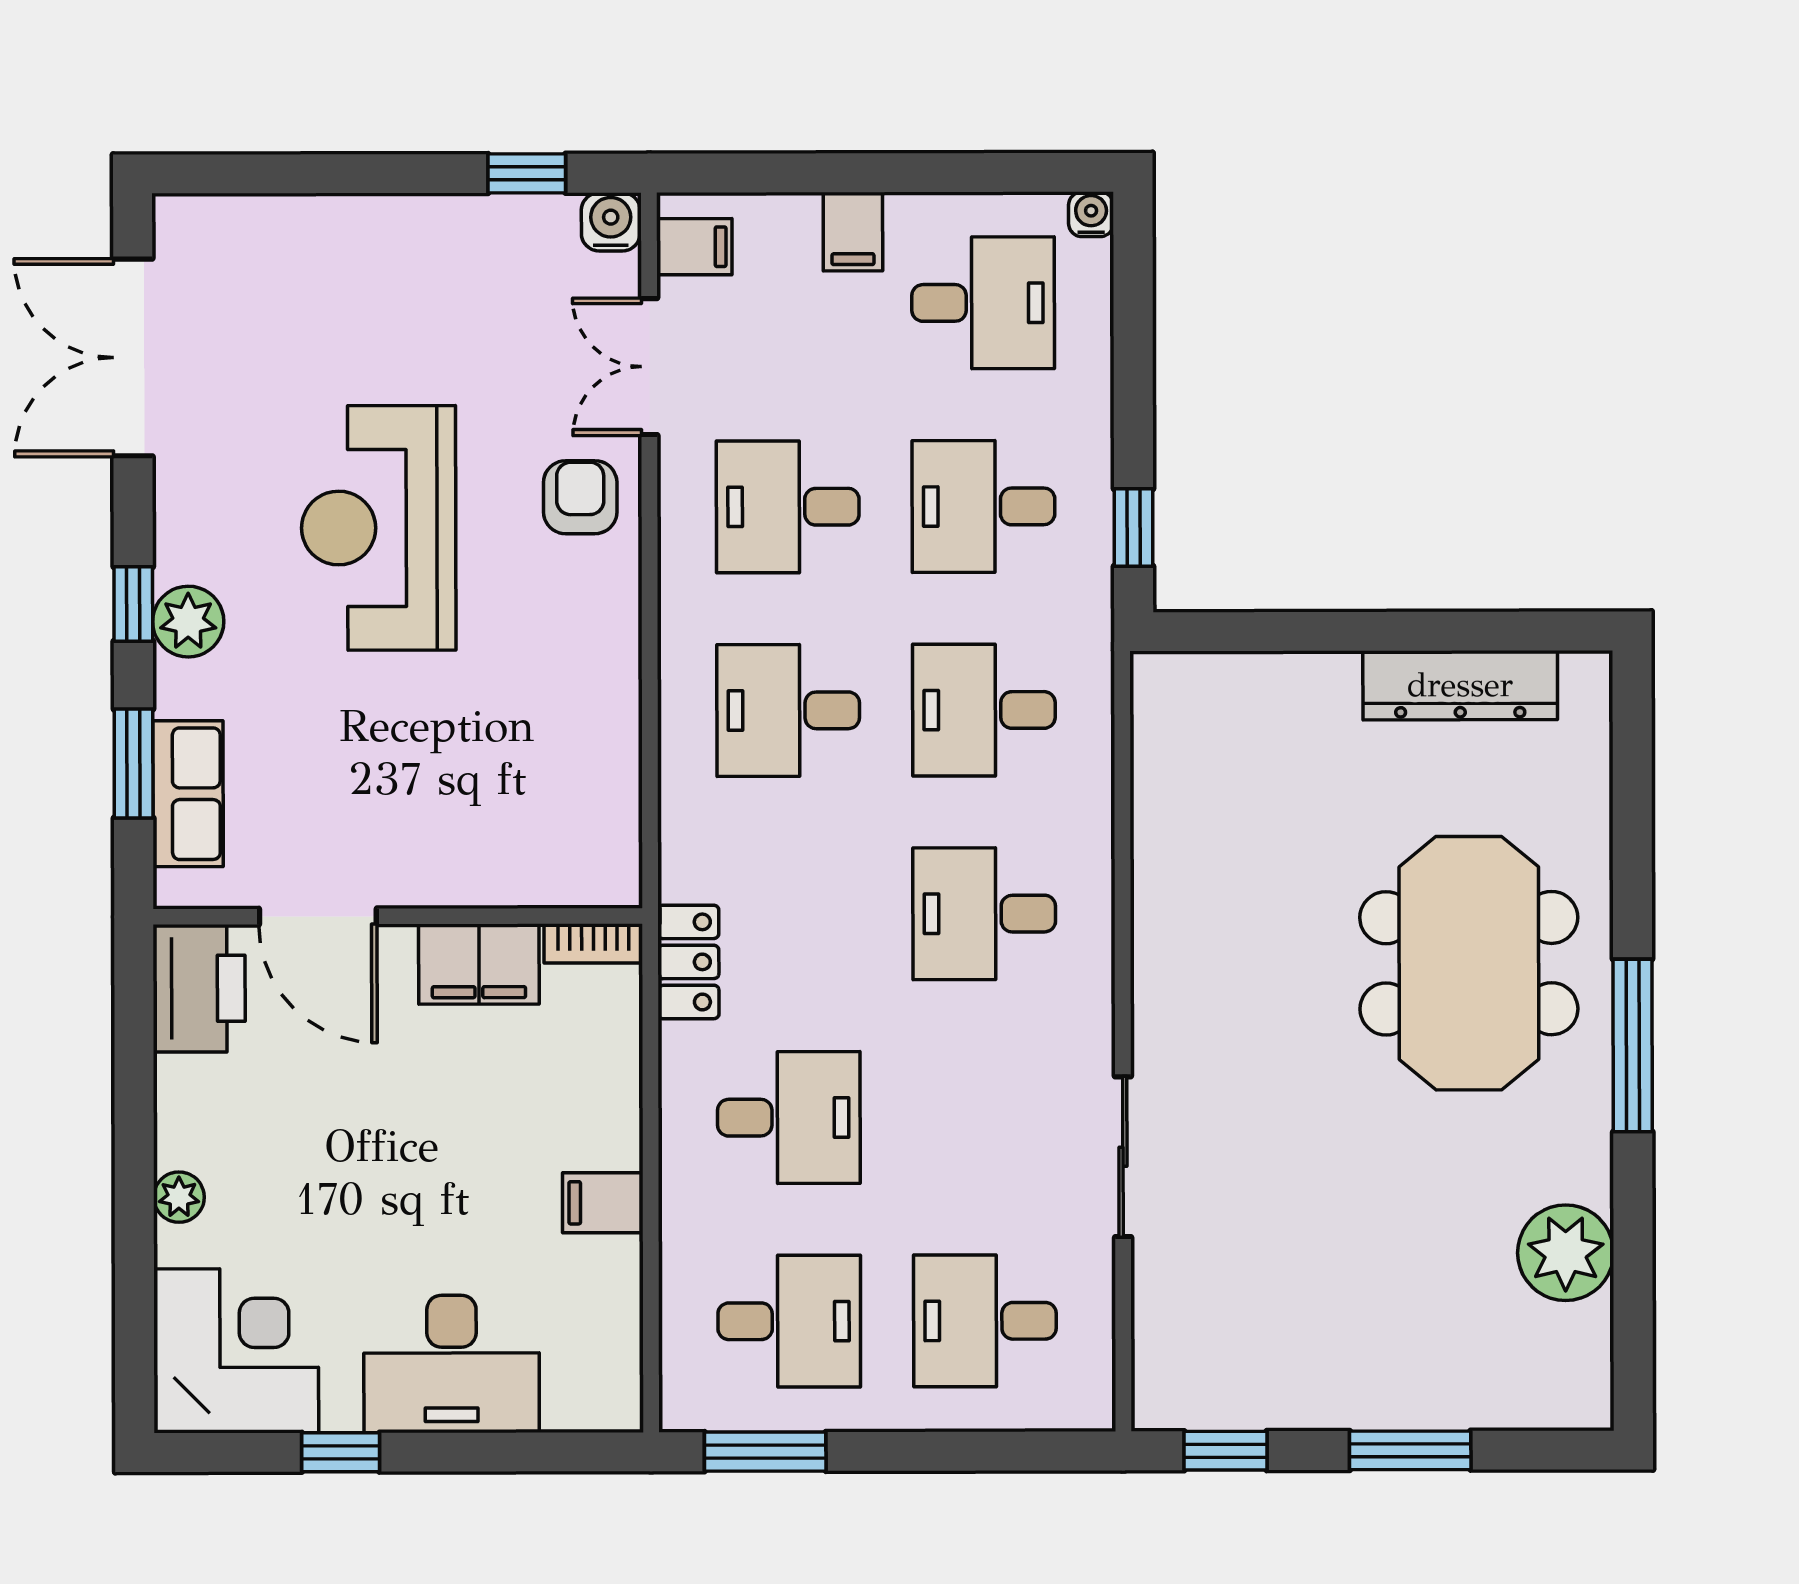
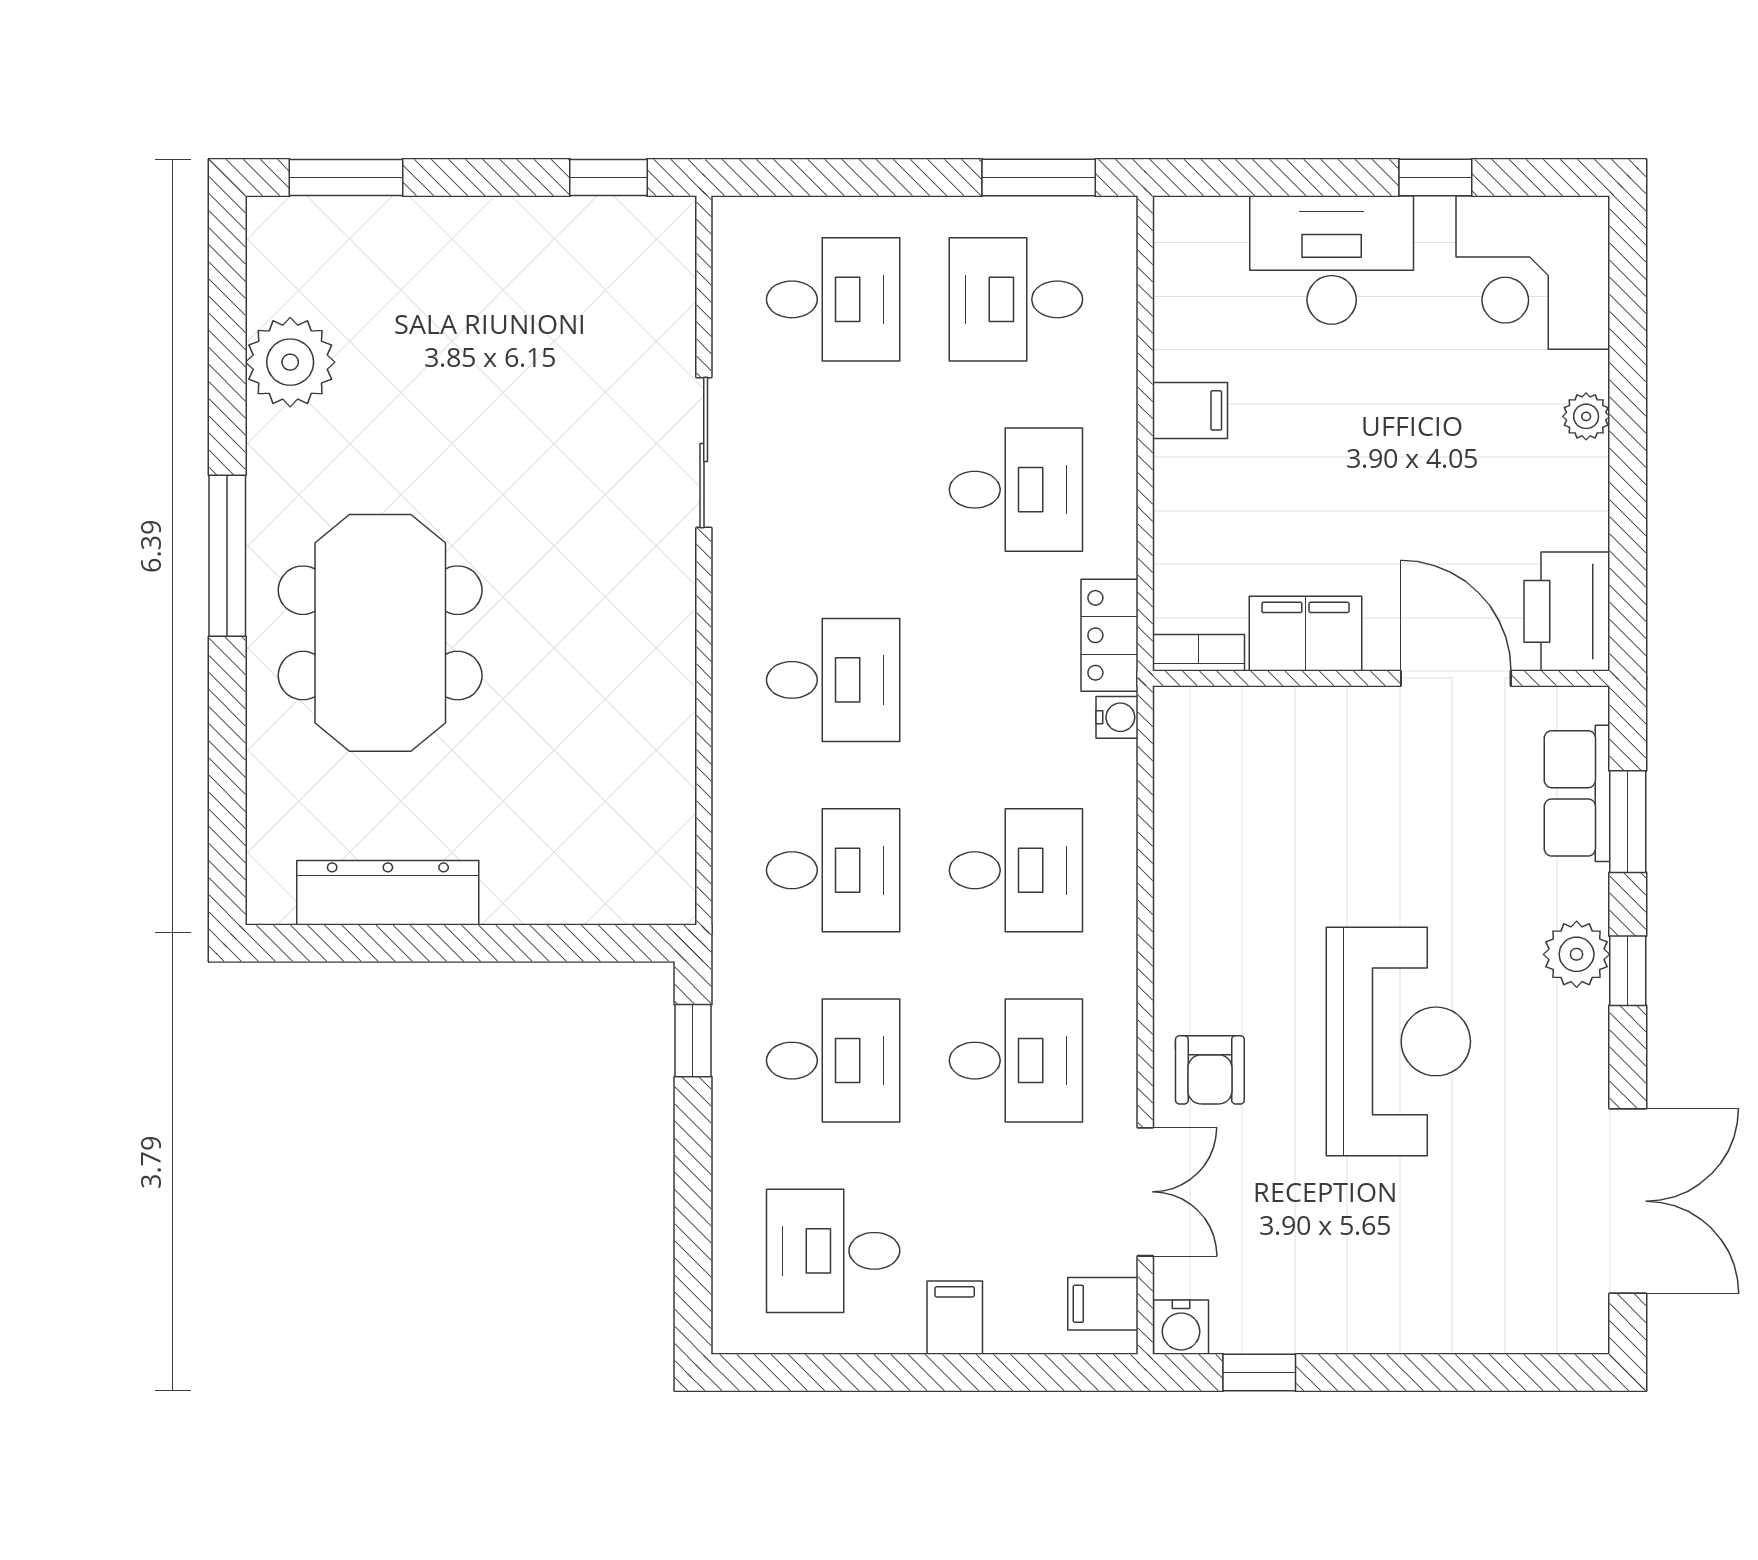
water cooler: (1091, 214) -> (1117, 717), moved, turned -90
desk: (789, 1118) -> (1016, 490), turned 180
window: (1410, 1450) -> (346, 178), moved

